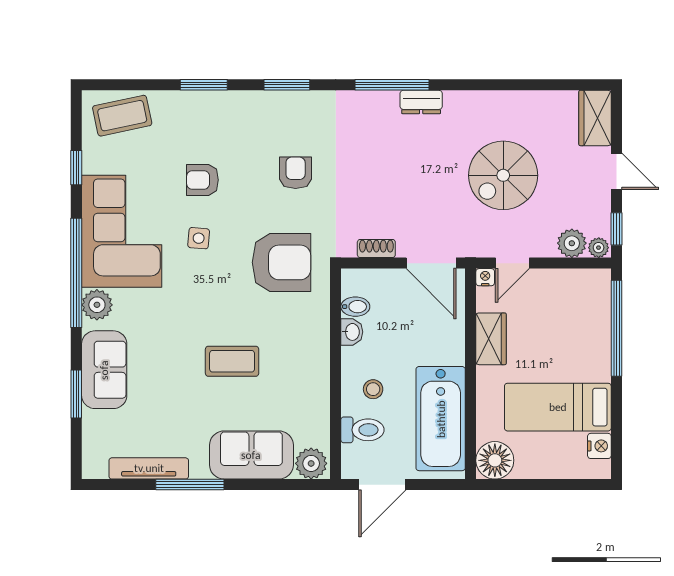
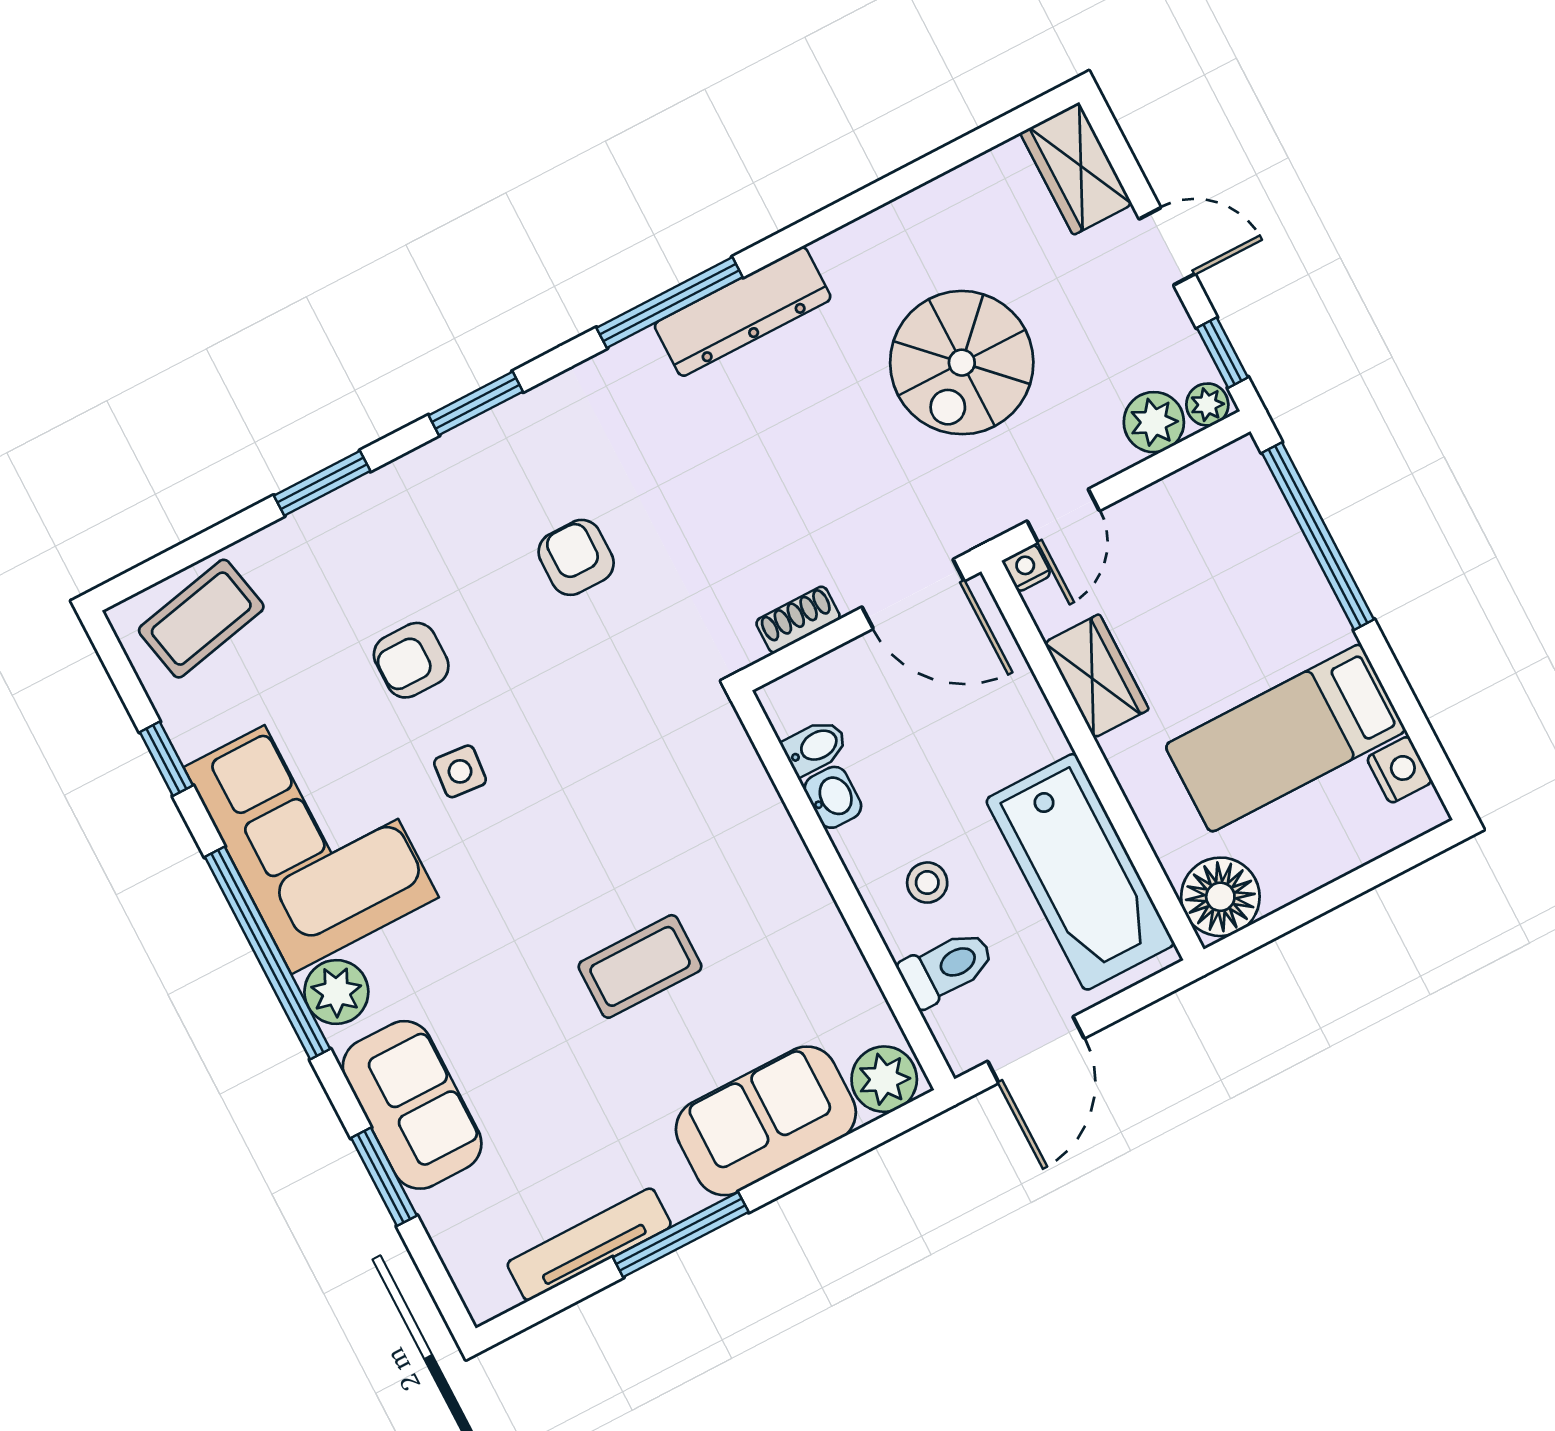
dresser: (421, 102) -> (743, 311), width x1.96, depth x1.24
armchair: (281, 262) -> (636, 737), removed

